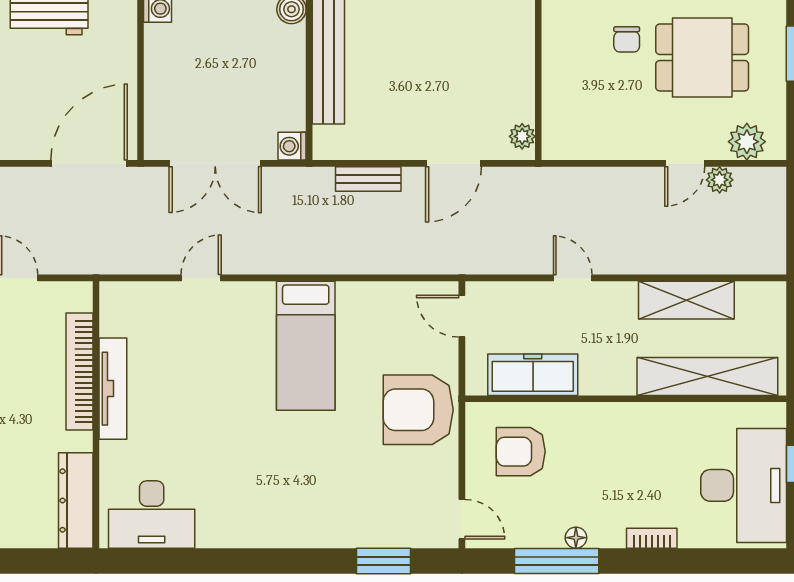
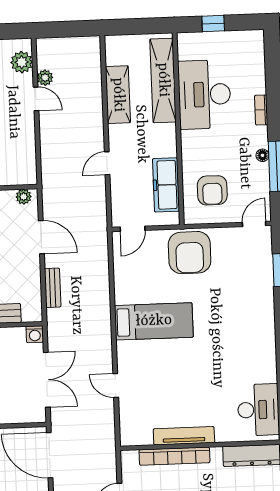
desk: (744, 485) -> (204, 94), moved, turned -90

